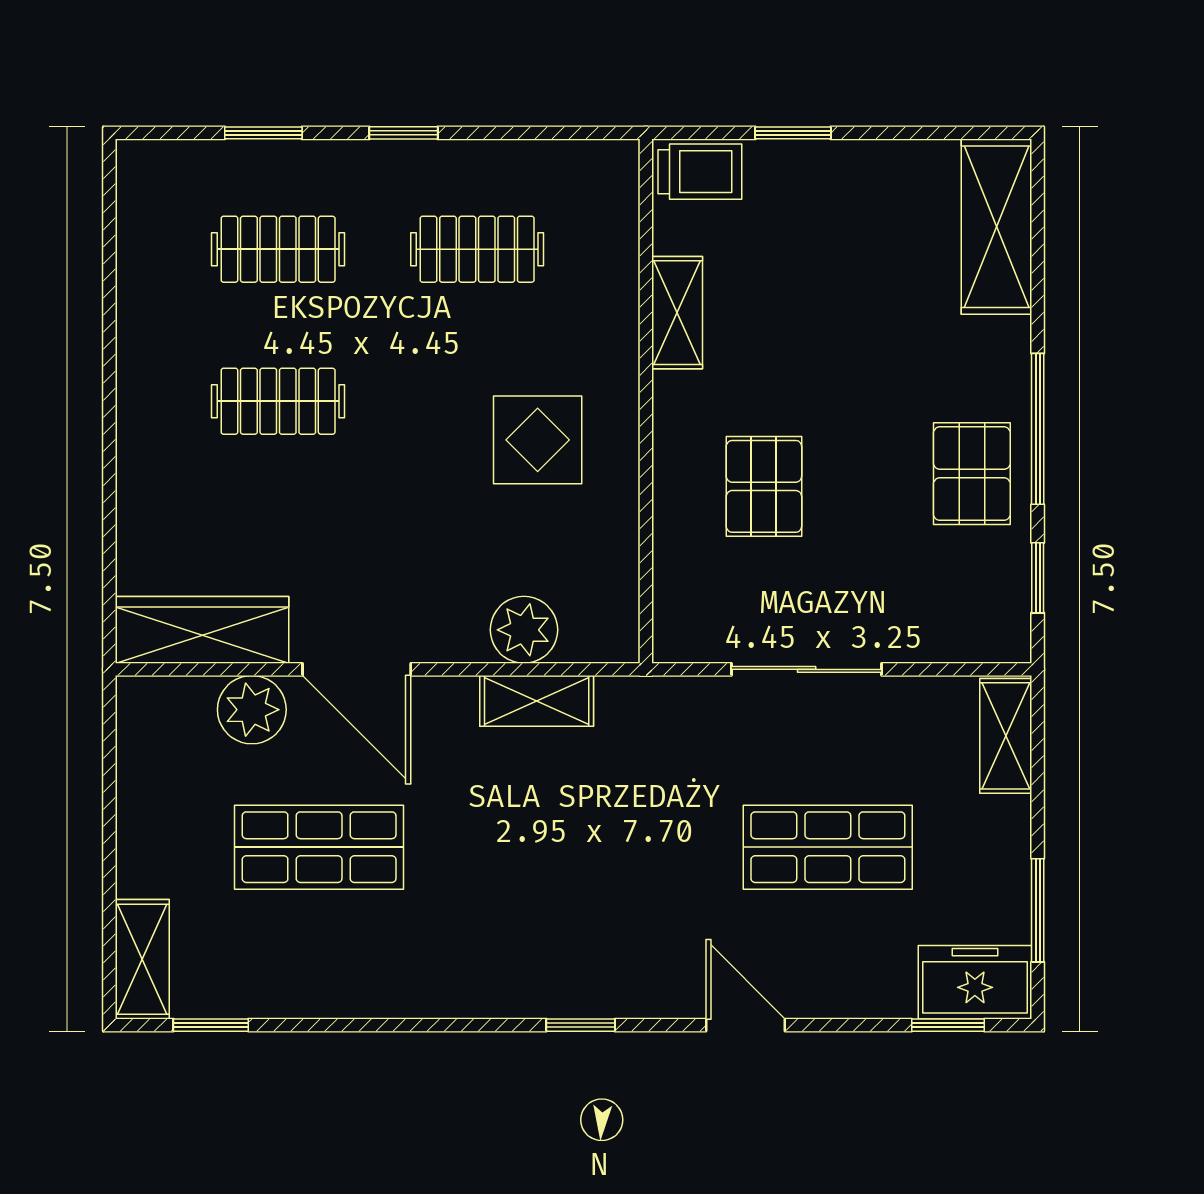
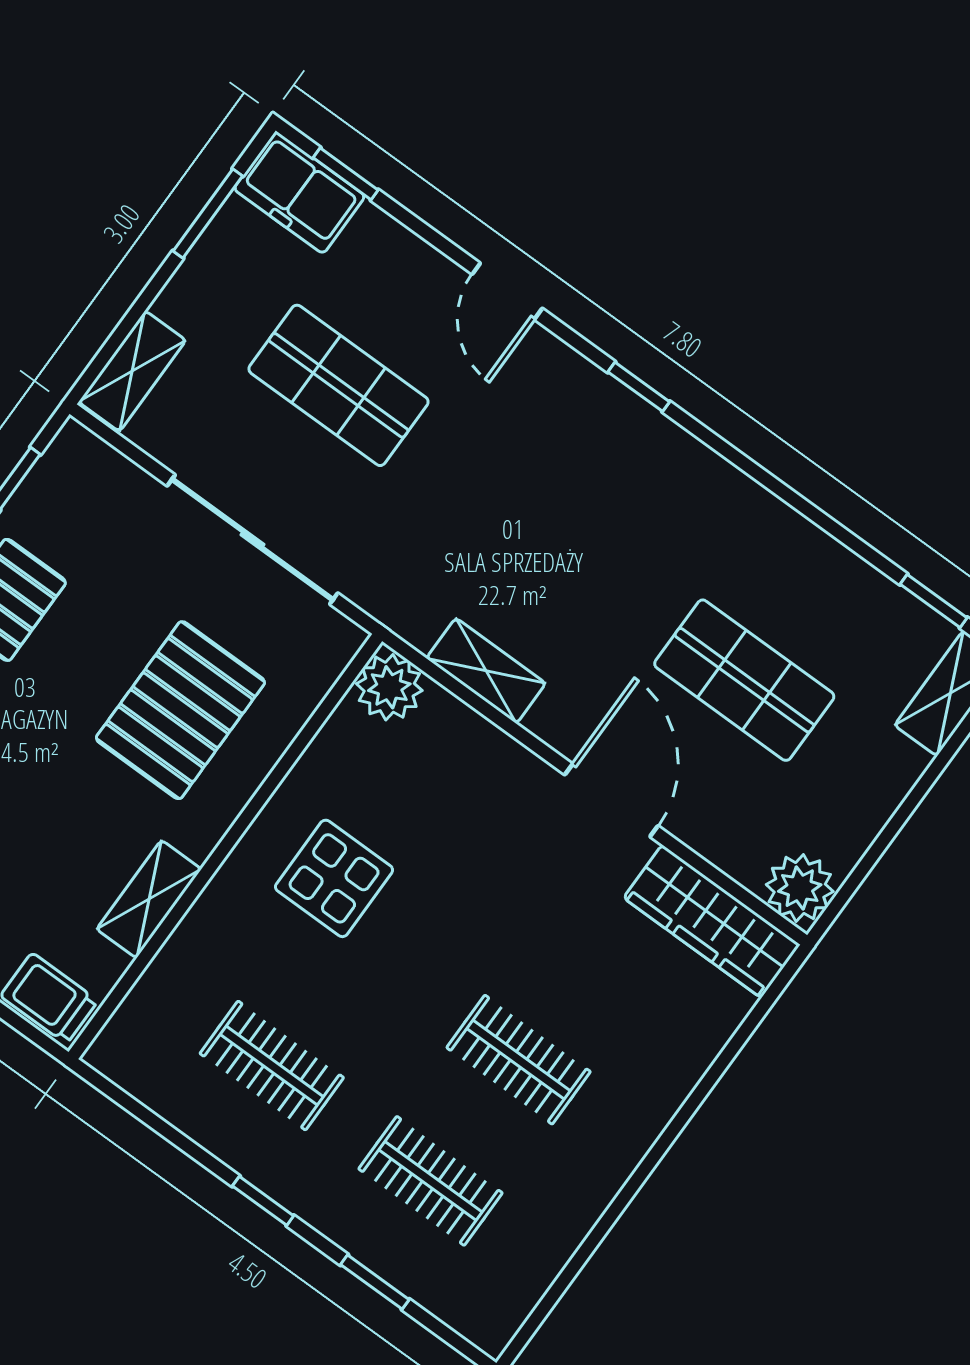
pallet: (764, 486) -> (180, 710), width x1.50, depth x1.42
plant: (524, 630) -> (389, 687), moved
sliding door: (807, 669) -> (253, 540), width x1.37
plant: (252, 710) -> (800, 888), moved

